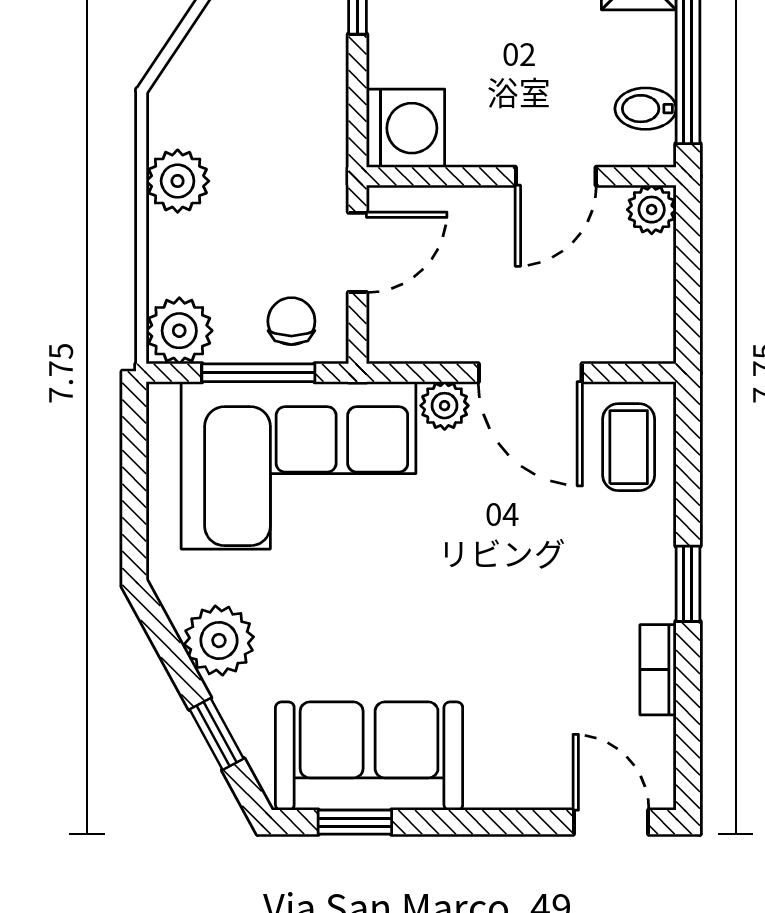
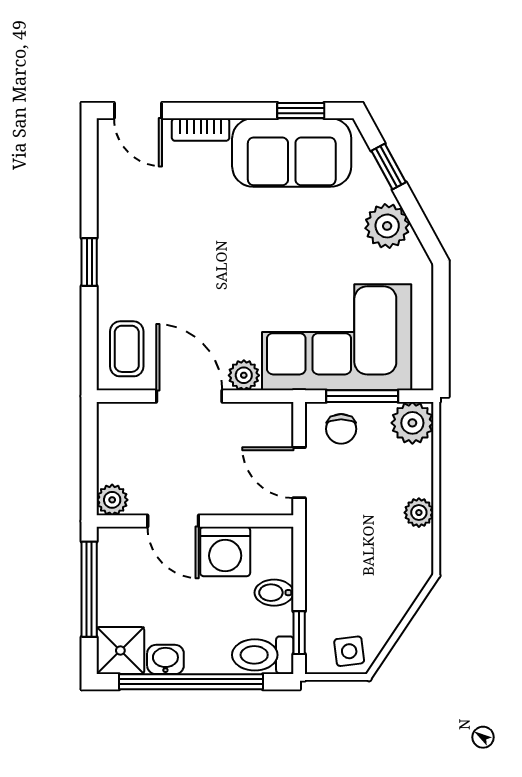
bidet: (645, 109) -> (274, 593), moved, turned 180
washing machine: (406, 128) -> (225, 552), moved, turned -90
door: (556, 176) -> (173, 521), swing flipped
plant: (178, 181) -> (419, 513), width x0.73, depth x0.73
door: (358, 252) -> (299, 473), hinge flipped
bookcase: (658, 670) -> (201, 130), moved, turned 90

